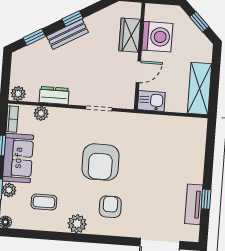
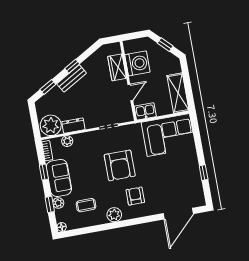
plant: (18, 94) -> (51, 125), width x1.88, depth x1.88
corner sofa: (173, 139) -> (168, 135), added
tv unit: (194, 204) -> (196, 179), removed

